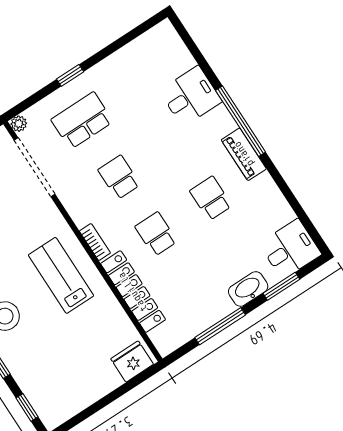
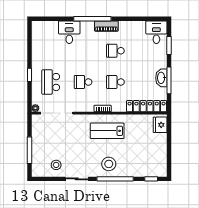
washbasin: (248, 289) -> (161, 78), moved
locker: (133, 292) -> (147, 106), moved

